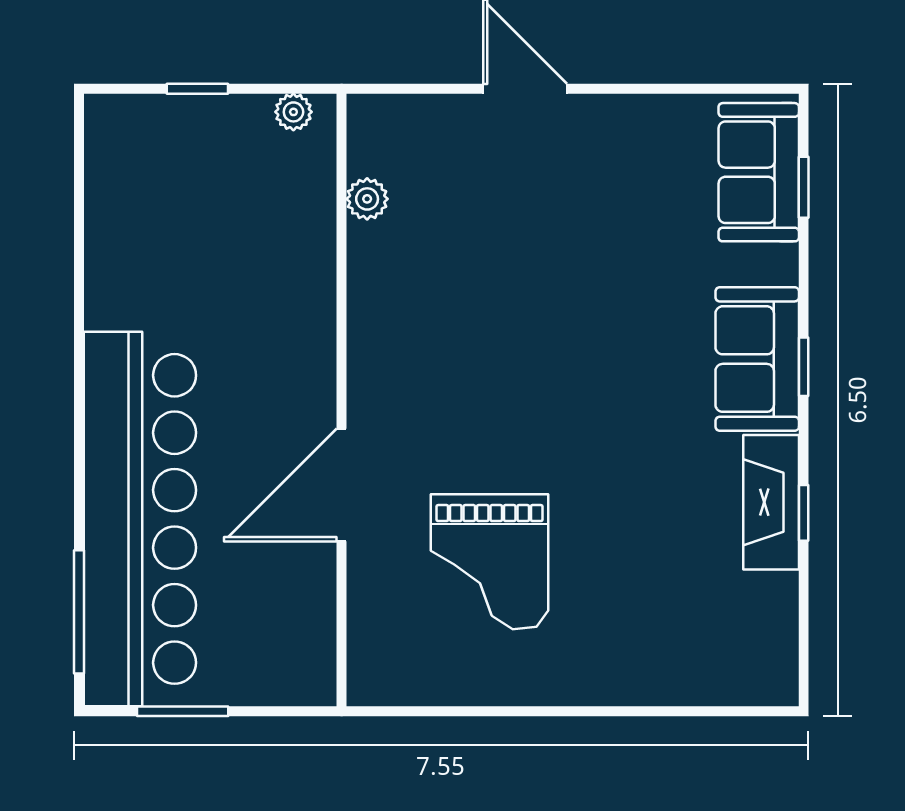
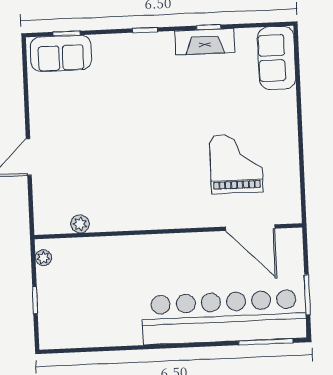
sofa: (757, 359) -> (277, 58), moved, turned 90
door: (342, 485) -> (250, 228), moved
grand piano: (489, 562) -> (236, 164), turned -90

